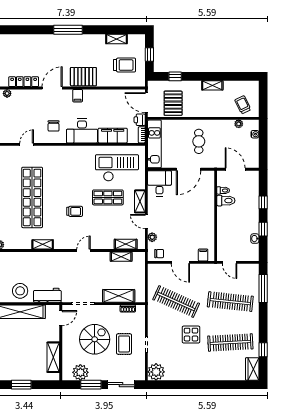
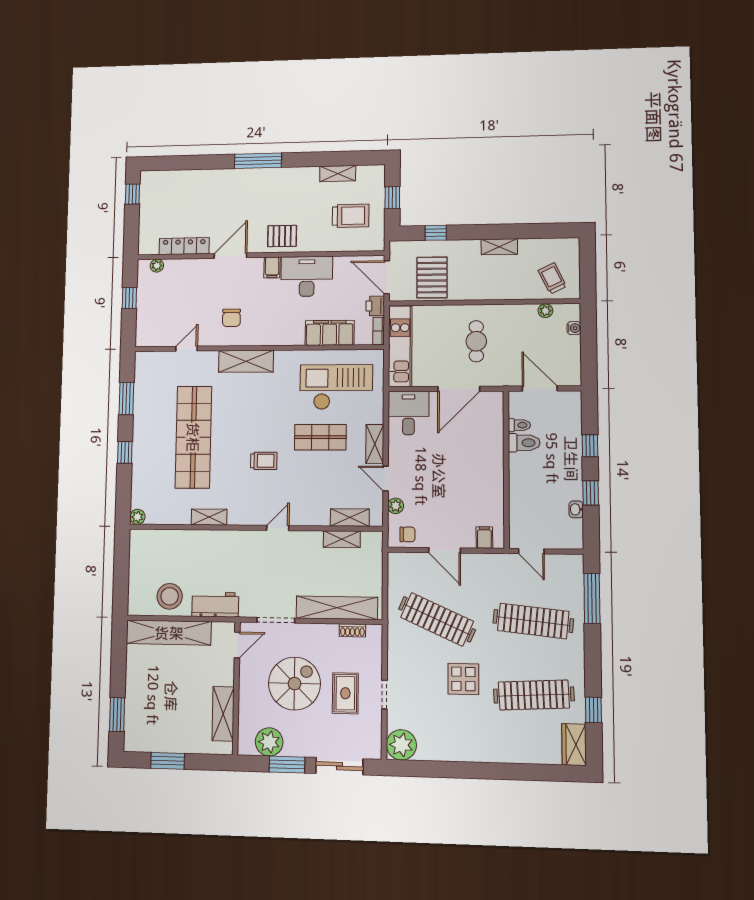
pallet: (83, 77) -> (282, 236), width x0.67, depth x0.71
desk: (82, 131) -> (307, 276), moved, turned 180
shelving: (63, 152) -> (246, 361), added
shelving: (119, 296) -> (337, 608), width x1.47

